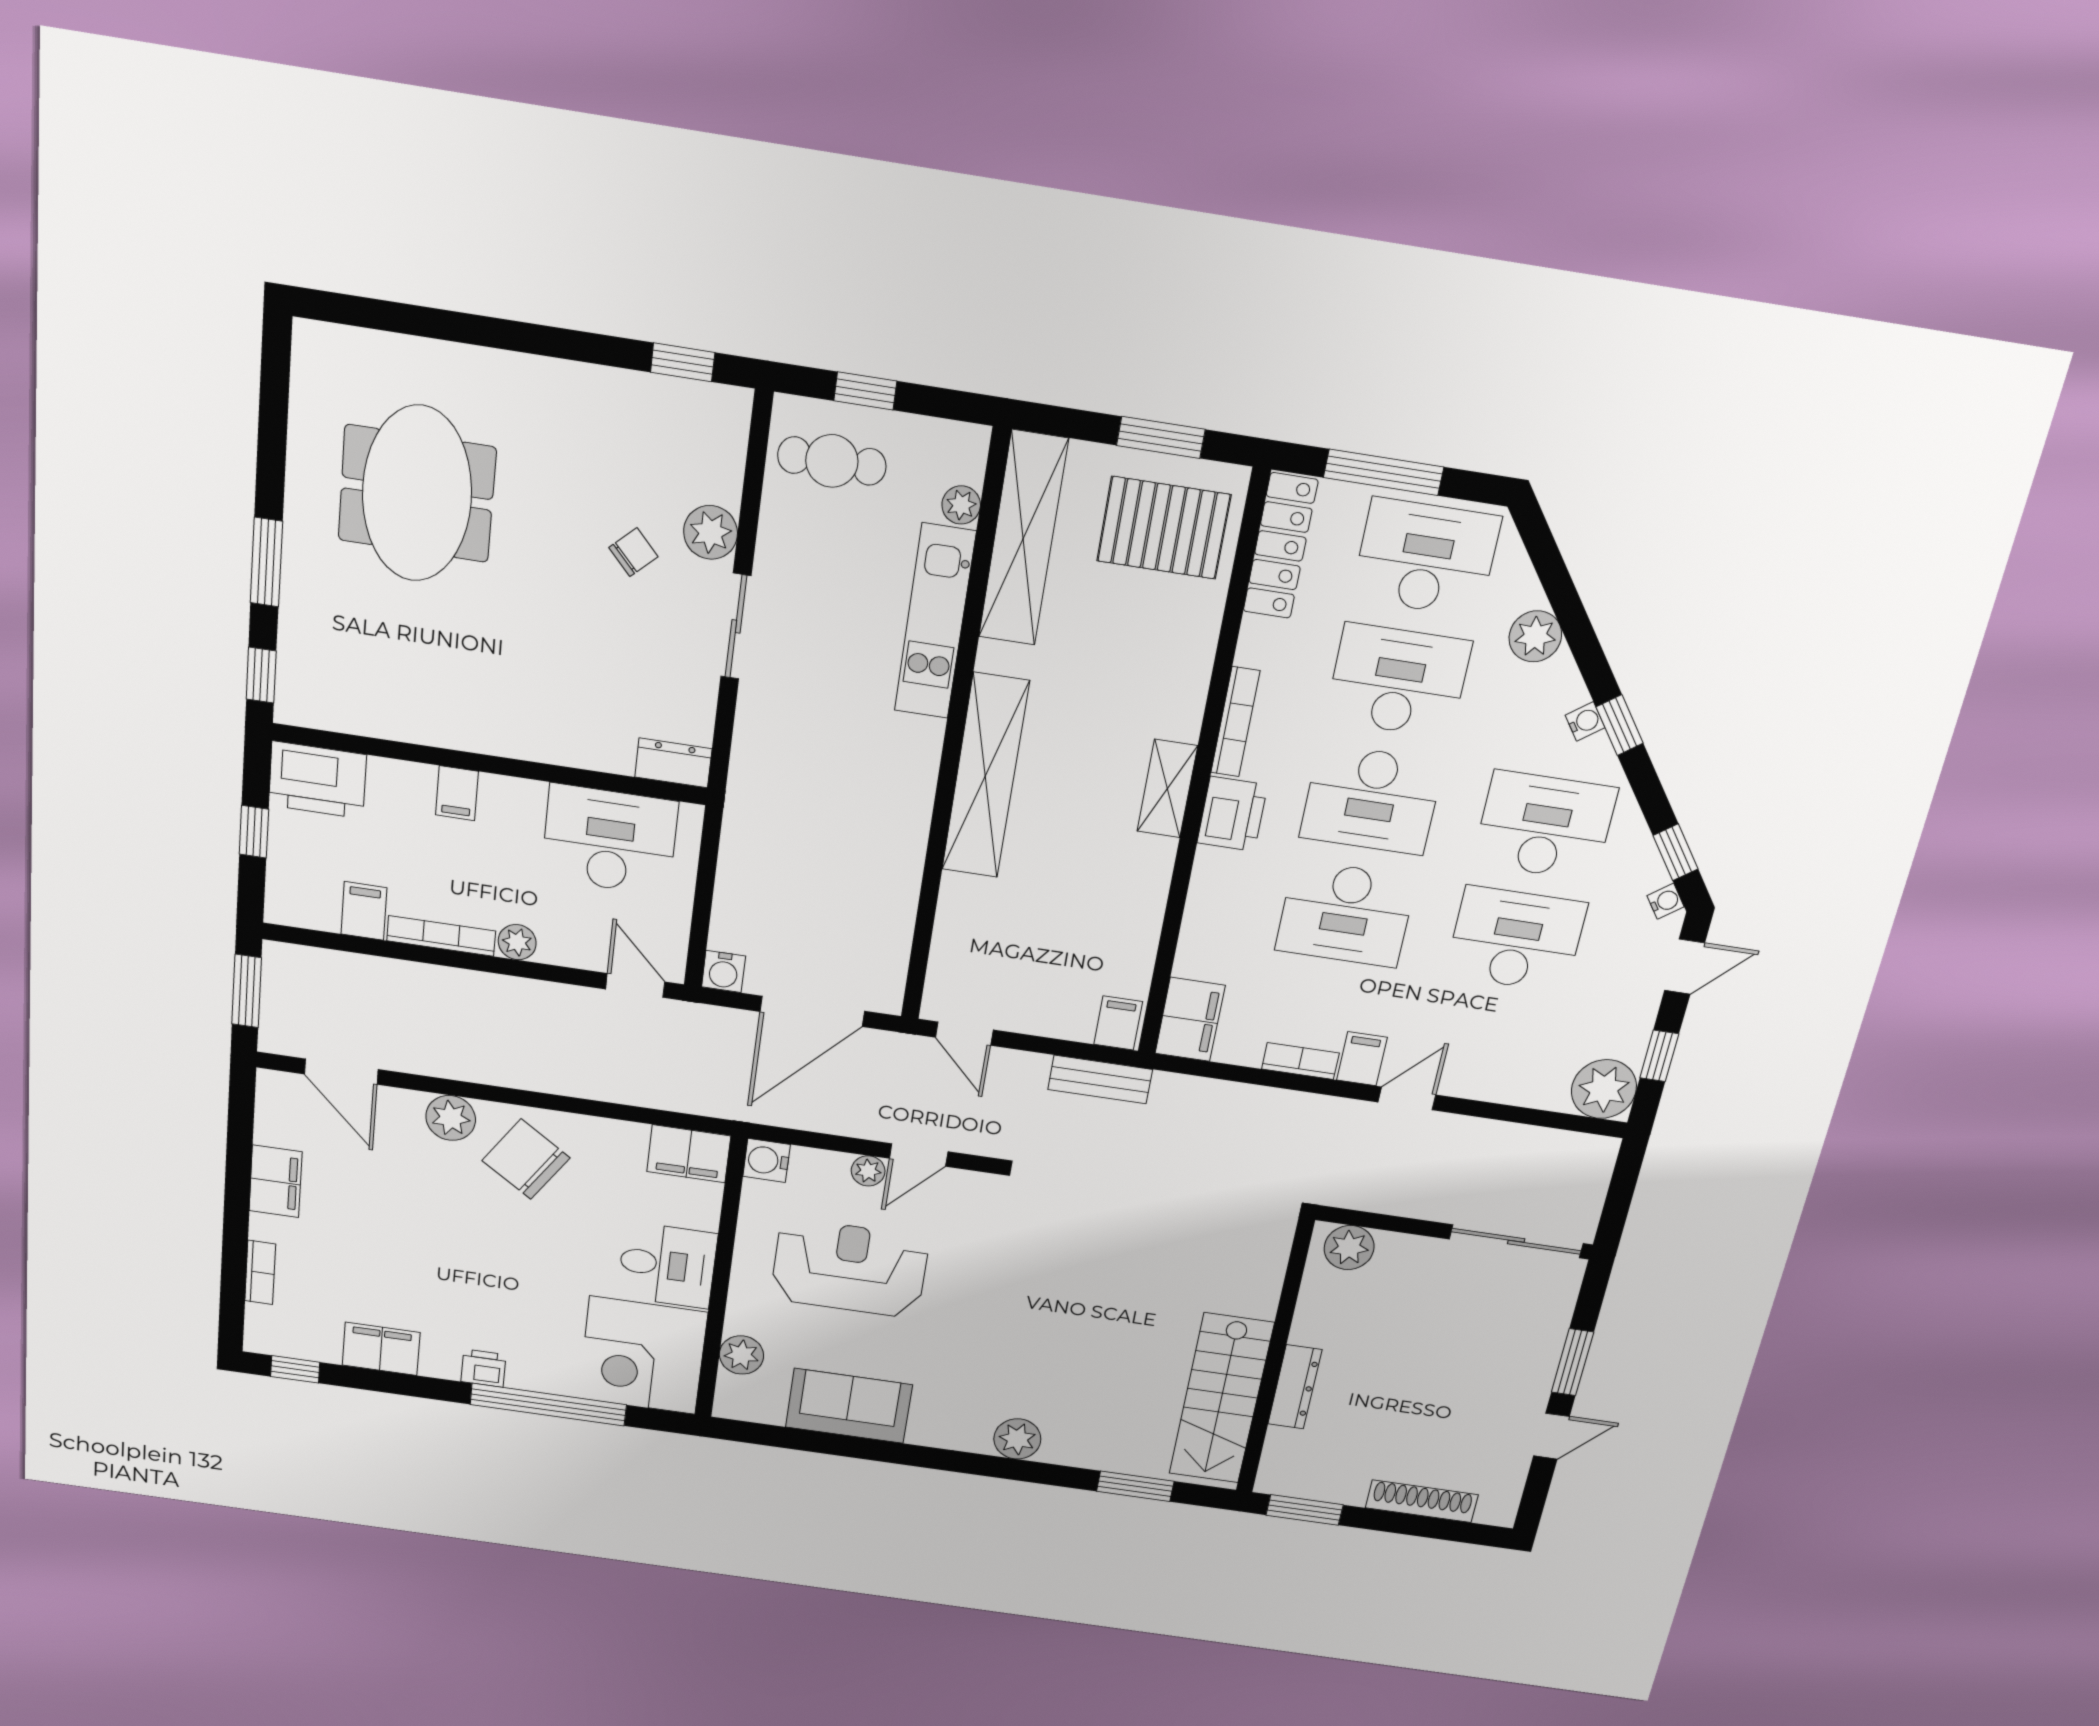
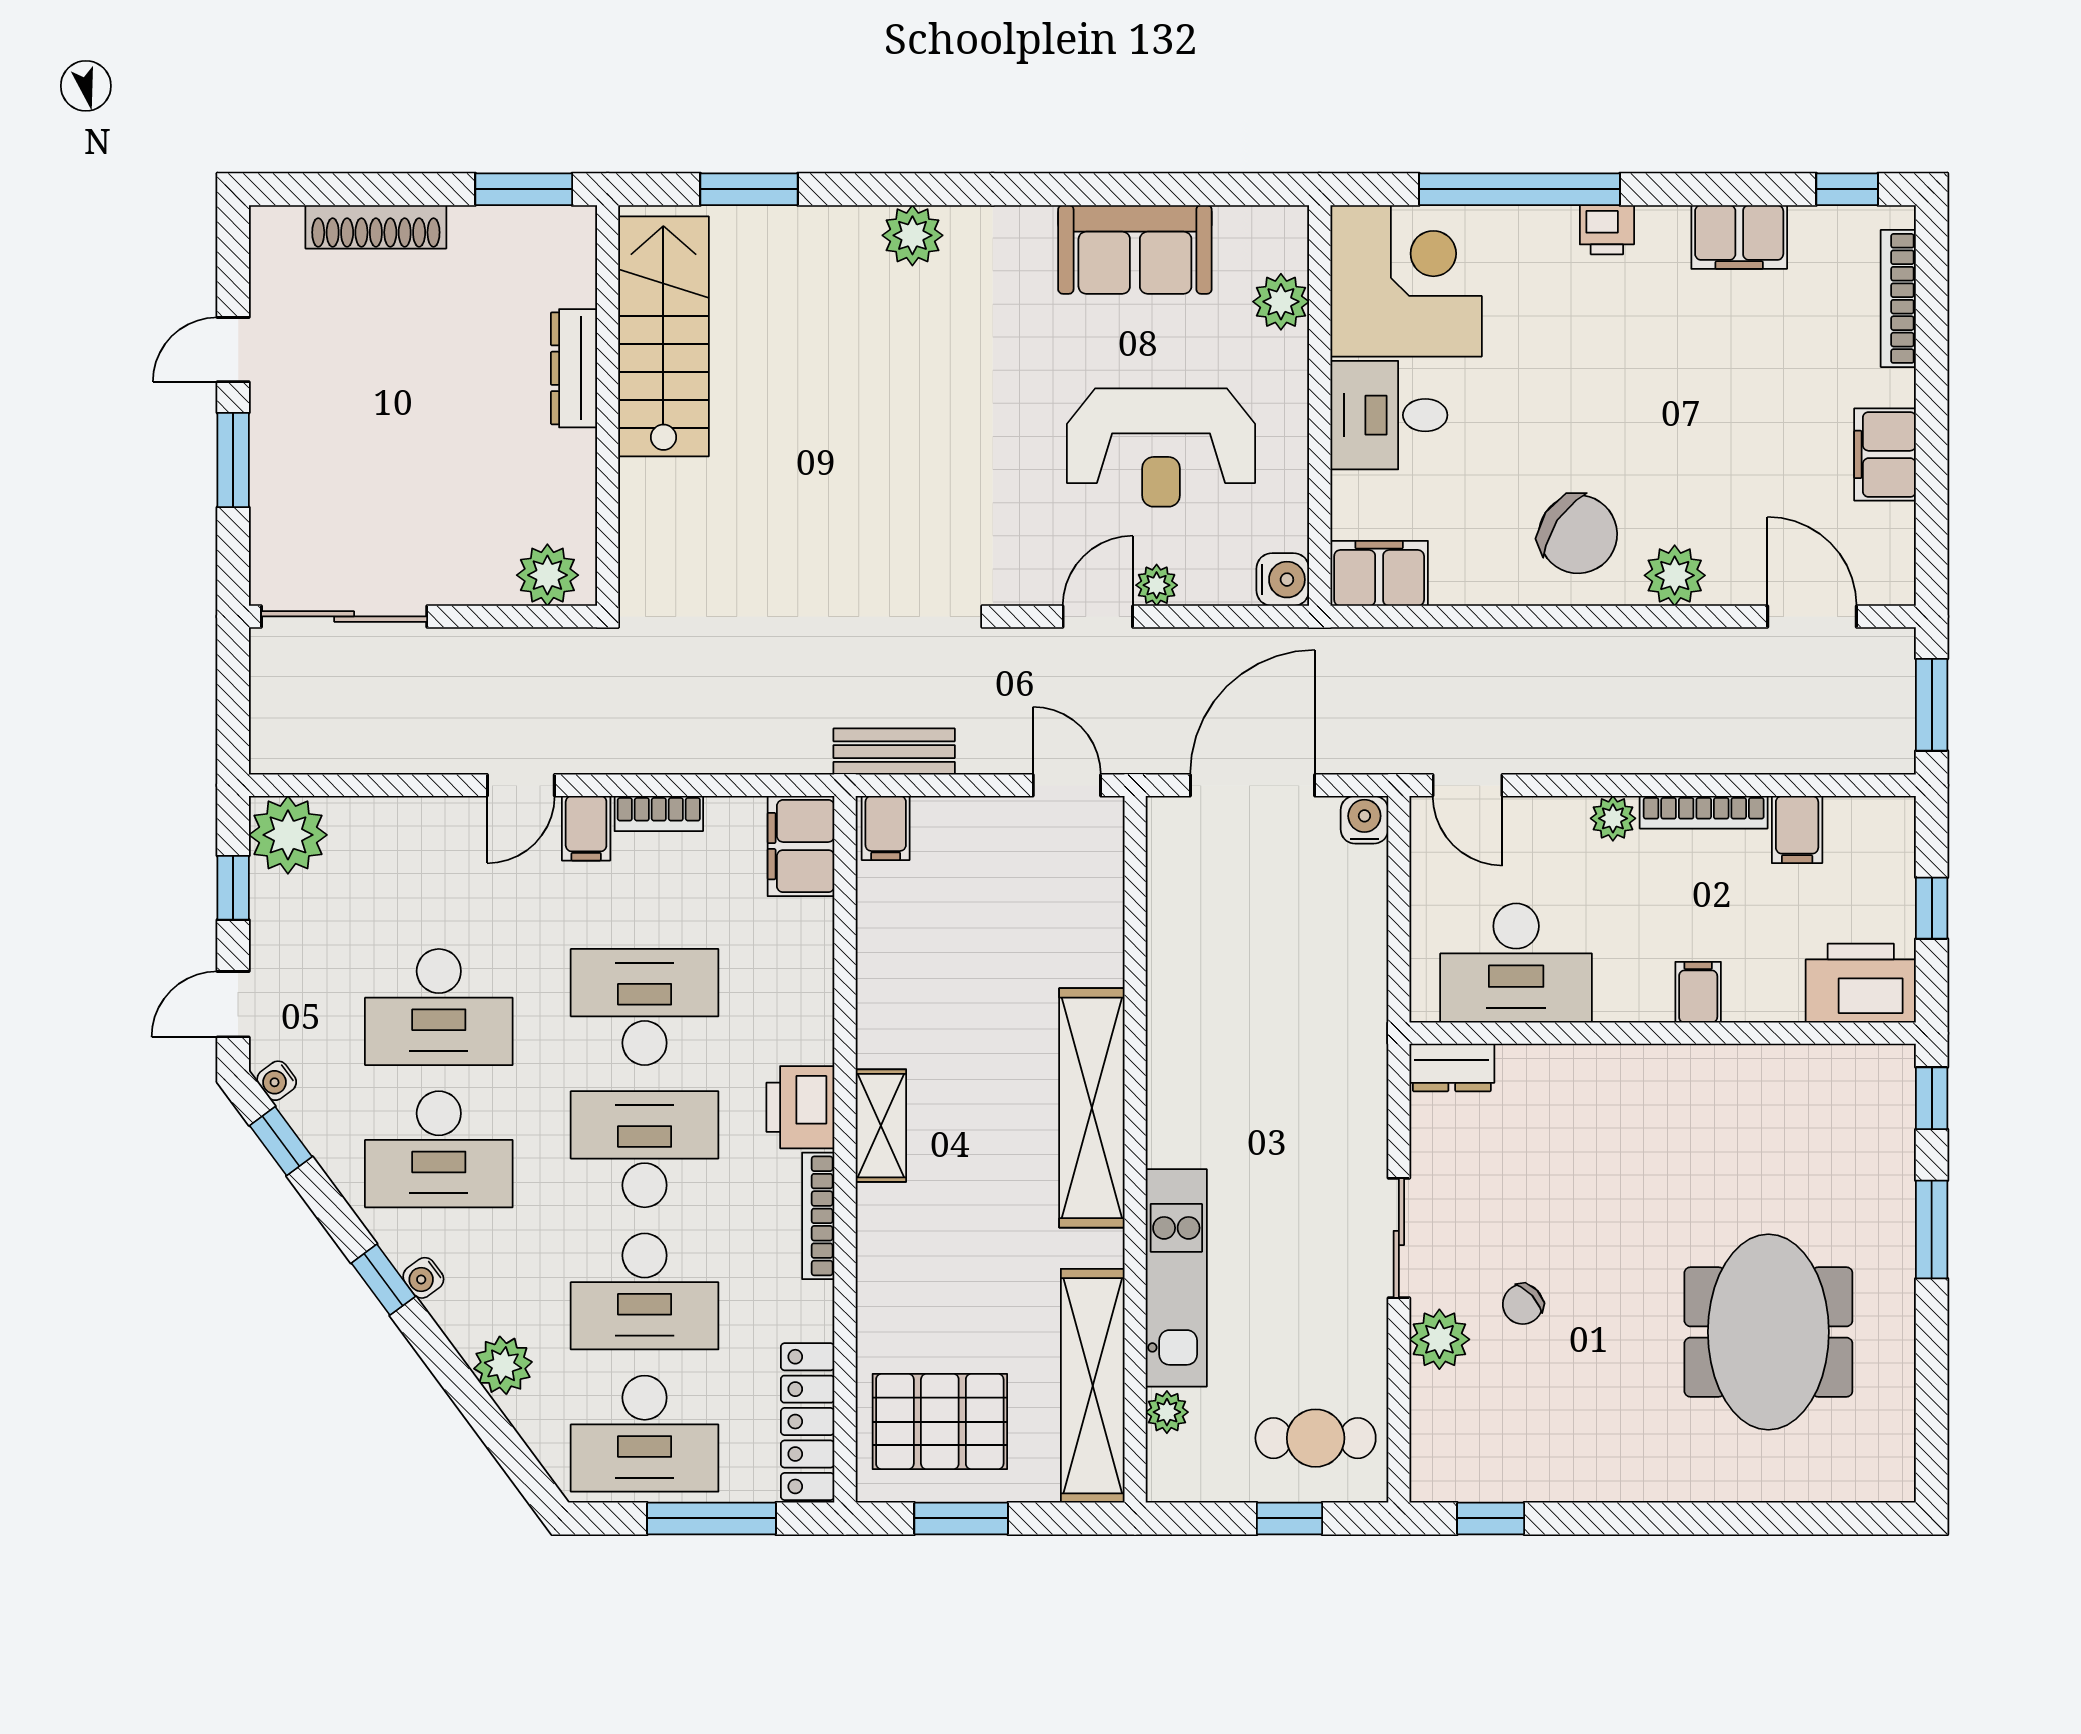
bookcase: (260, 1272) -> (1898, 298), width x1.56

